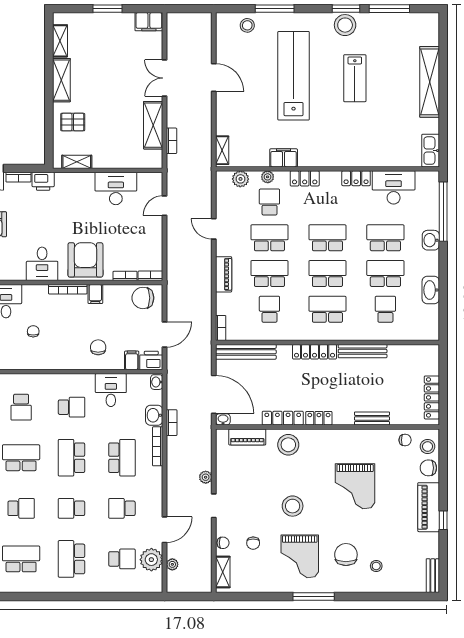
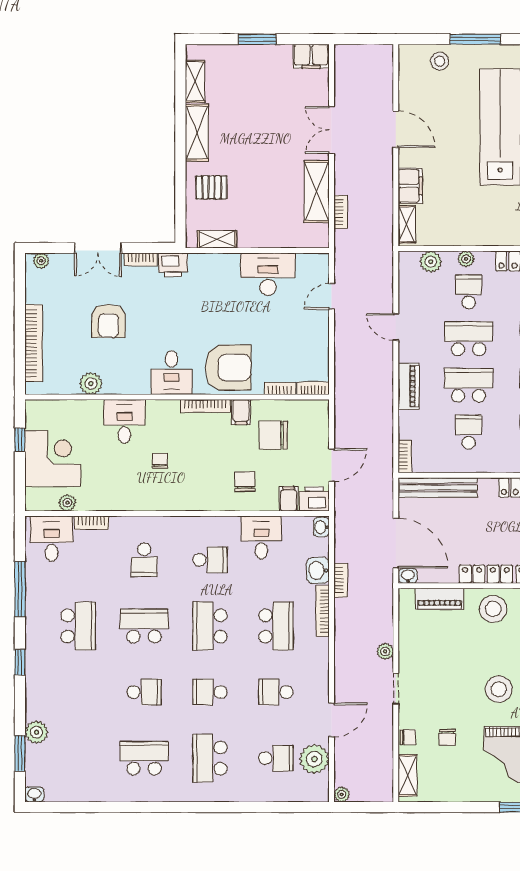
filing cabinet: (284, 158) -> (410, 186), moved, turned 90
armchair: (85, 260) -> (228, 368), turned 90
chair: (143, 298) -> (273, 435), moved
plant: (172, 564) -> (342, 794), moved

